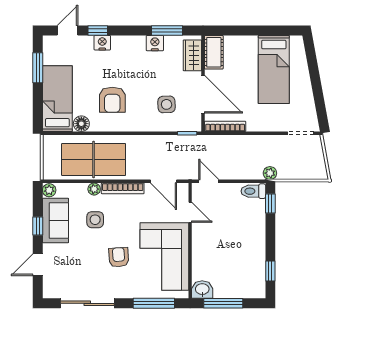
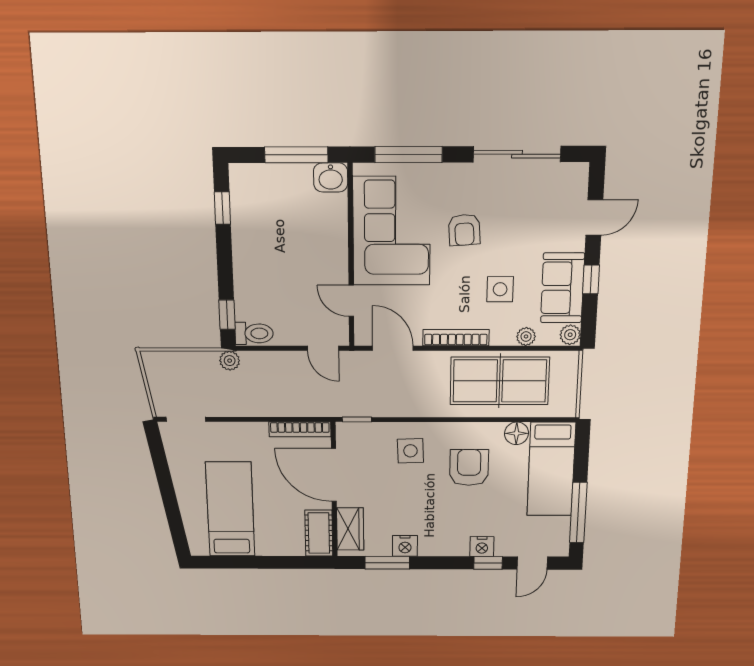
window: (38, 68) -> (578, 513), width x1.44
side table: (167, 104) -> (410, 451), moved
plant: (94, 189) -> (526, 336), moved

